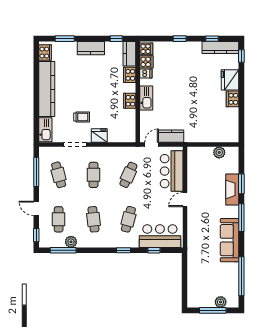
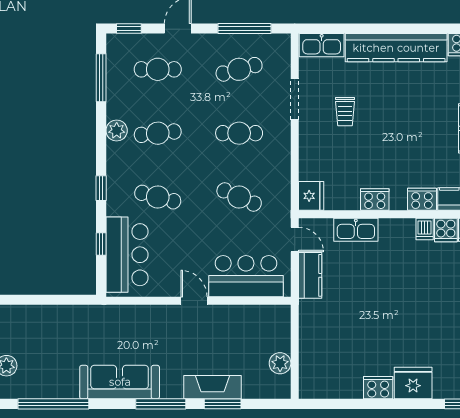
kitchen sink: (146, 98) -> (356, 230), moved
fridge: (99, 136) -> (311, 196), moved
plant: (71, 242) -> (117, 131), moved

